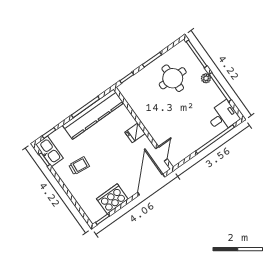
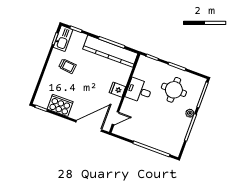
desk: (223, 117) -> (139, 91), moved, turned 180

